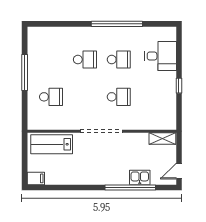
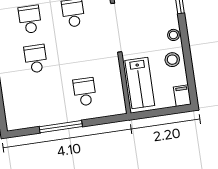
stool: (67, 174) -> (172, 60), added
stool: (88, 178) -> (173, 35), added

